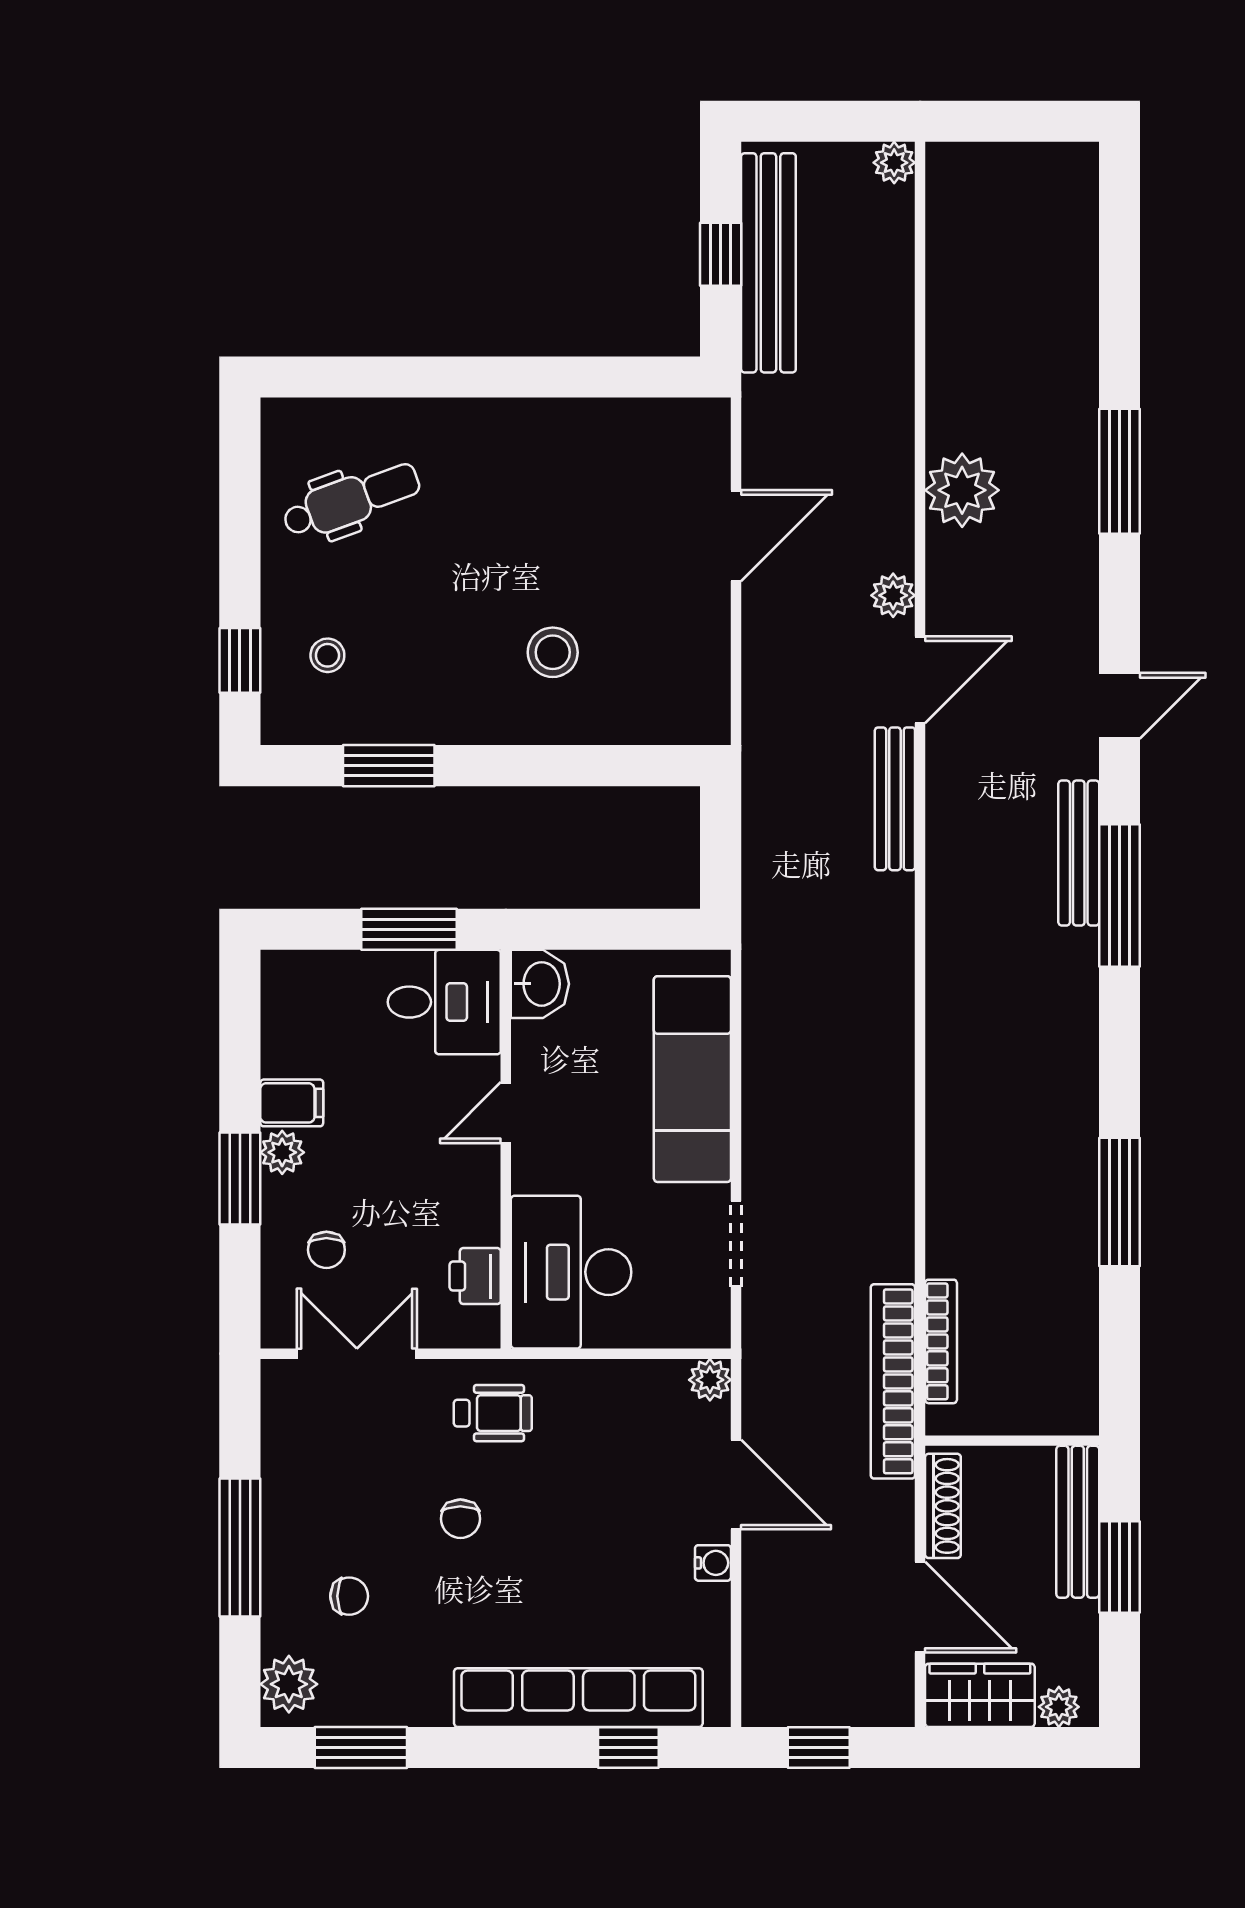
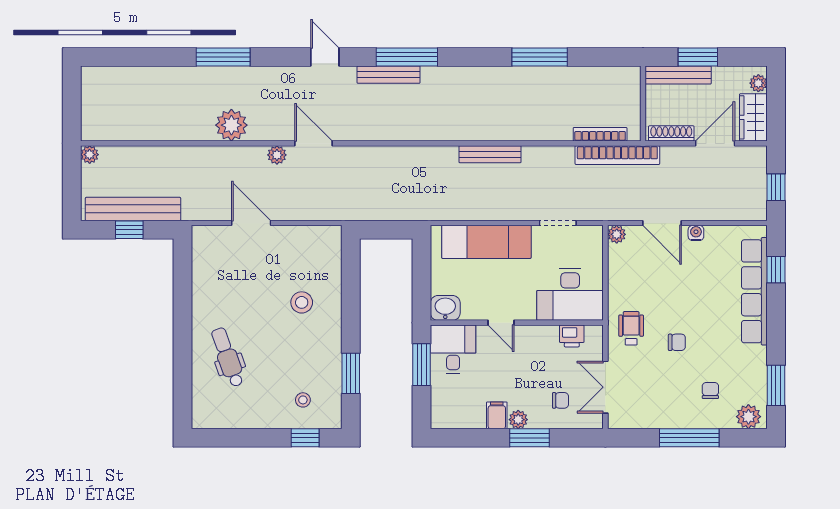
dental chair: (351, 500) -> (228, 357), moved
bench: (895, 799) -> (490, 154), moved
door: (736, 1485) -> (662, 223), swing flipped

